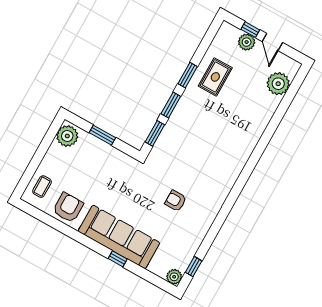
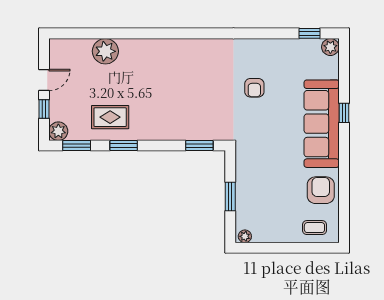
plant: (247, 42) -> (58, 131), moved
plant: (278, 84) -> (105, 51), moved
window: (171, 105) -> (77, 146), moved
plant: (67, 136) -> (245, 236), width x0.53, depth x0.53
armchair: (68, 208) -> (321, 190), turned 90

